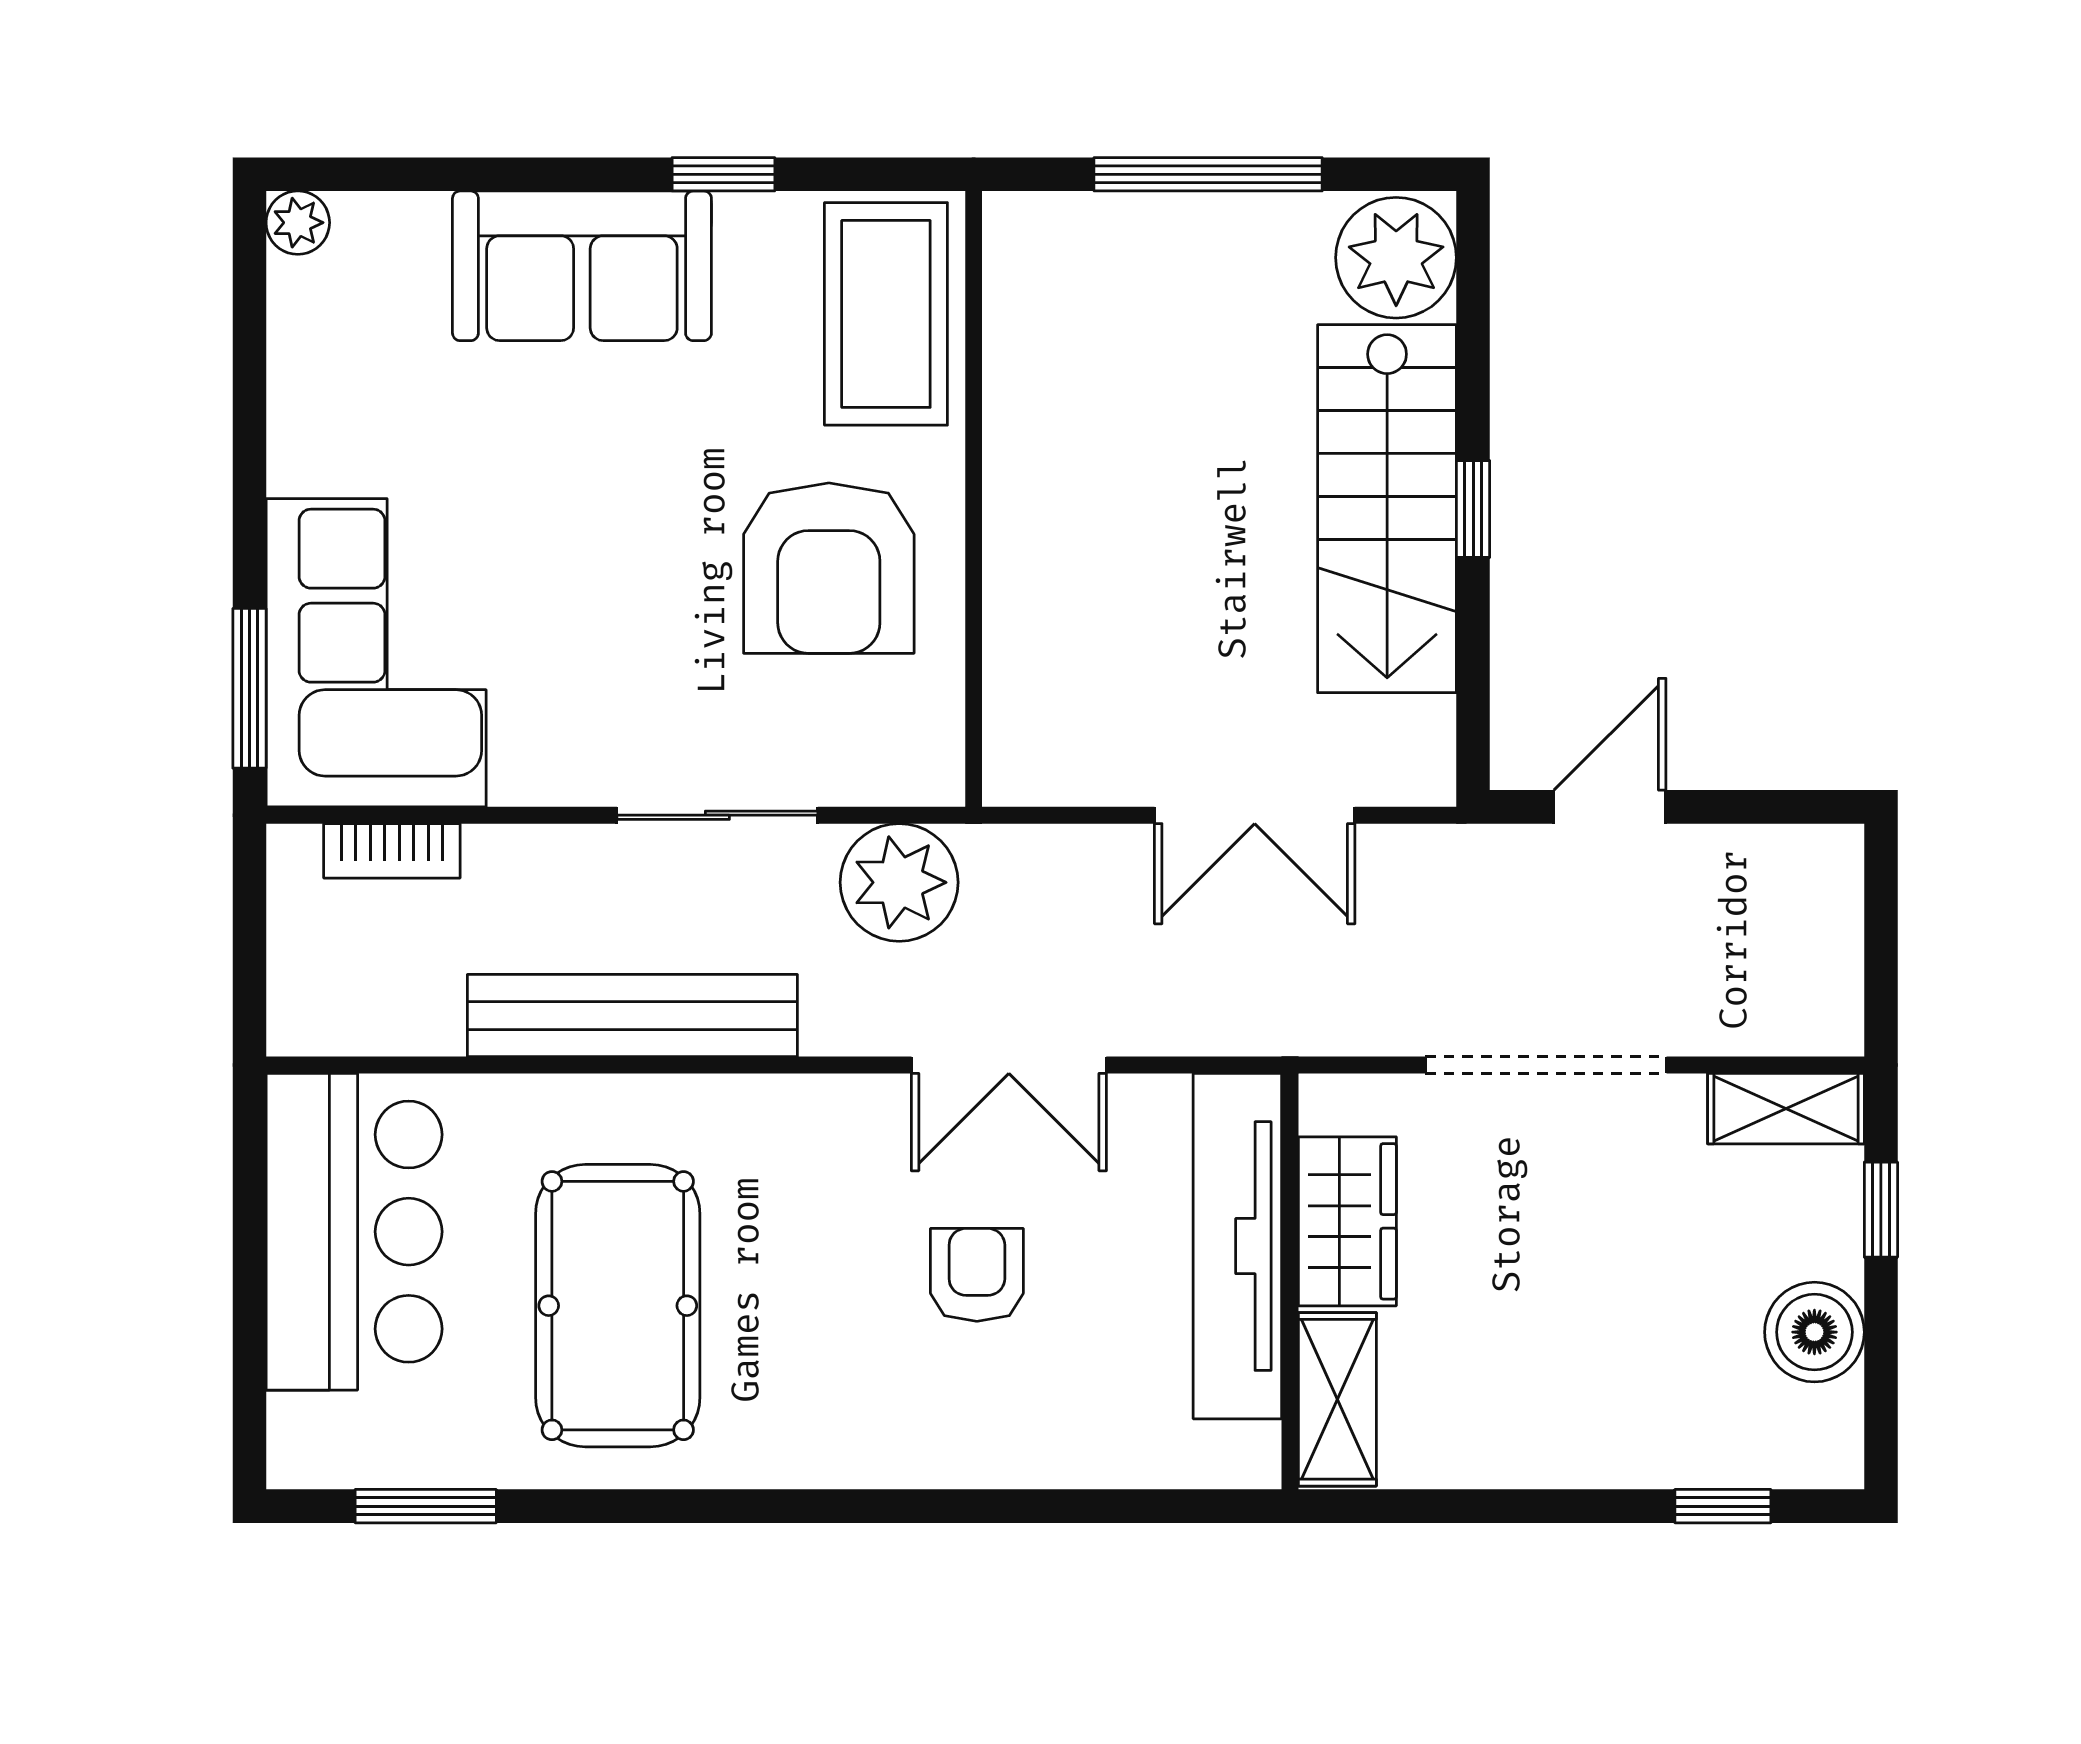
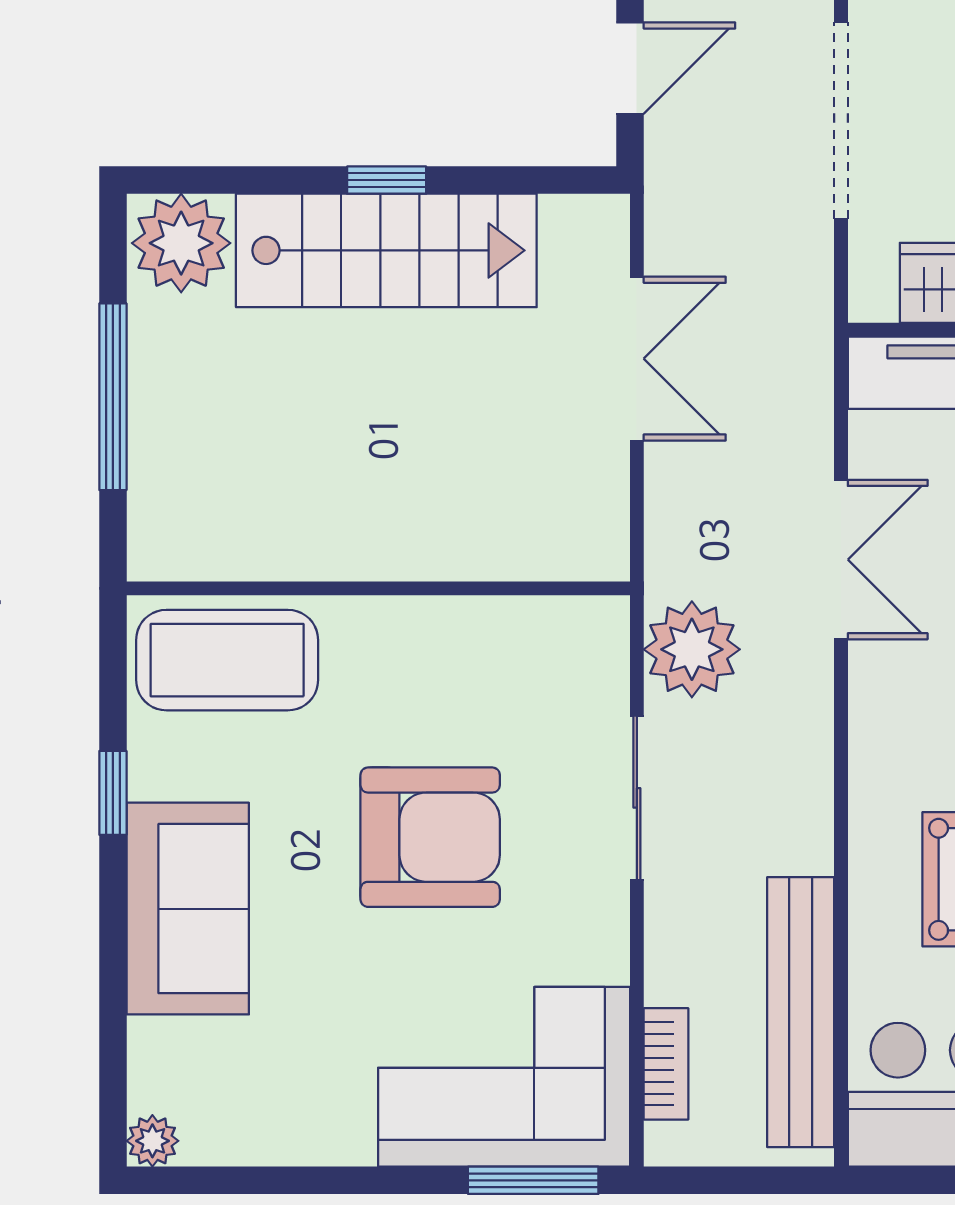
armchair: (829, 568) -> (430, 837), moved
door: (1610, 807) -> (630, 68), swing flipped
bench: (632, 1016) -> (801, 1012), moved

